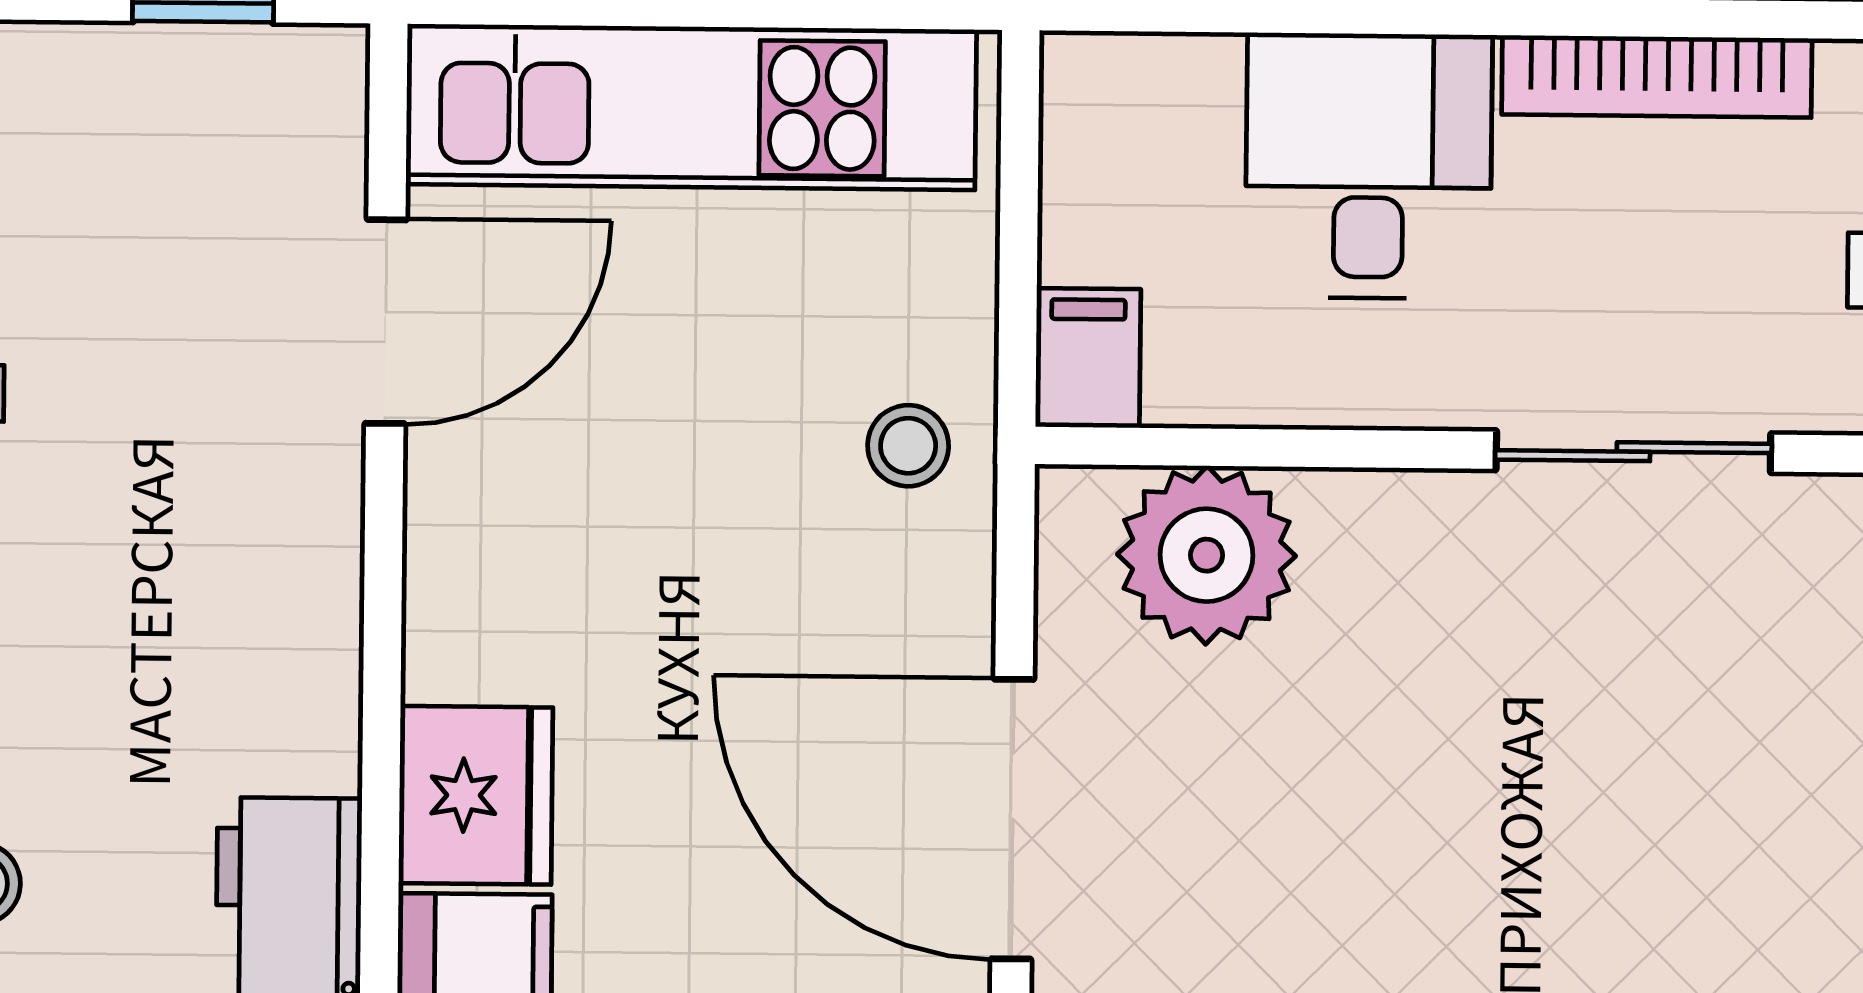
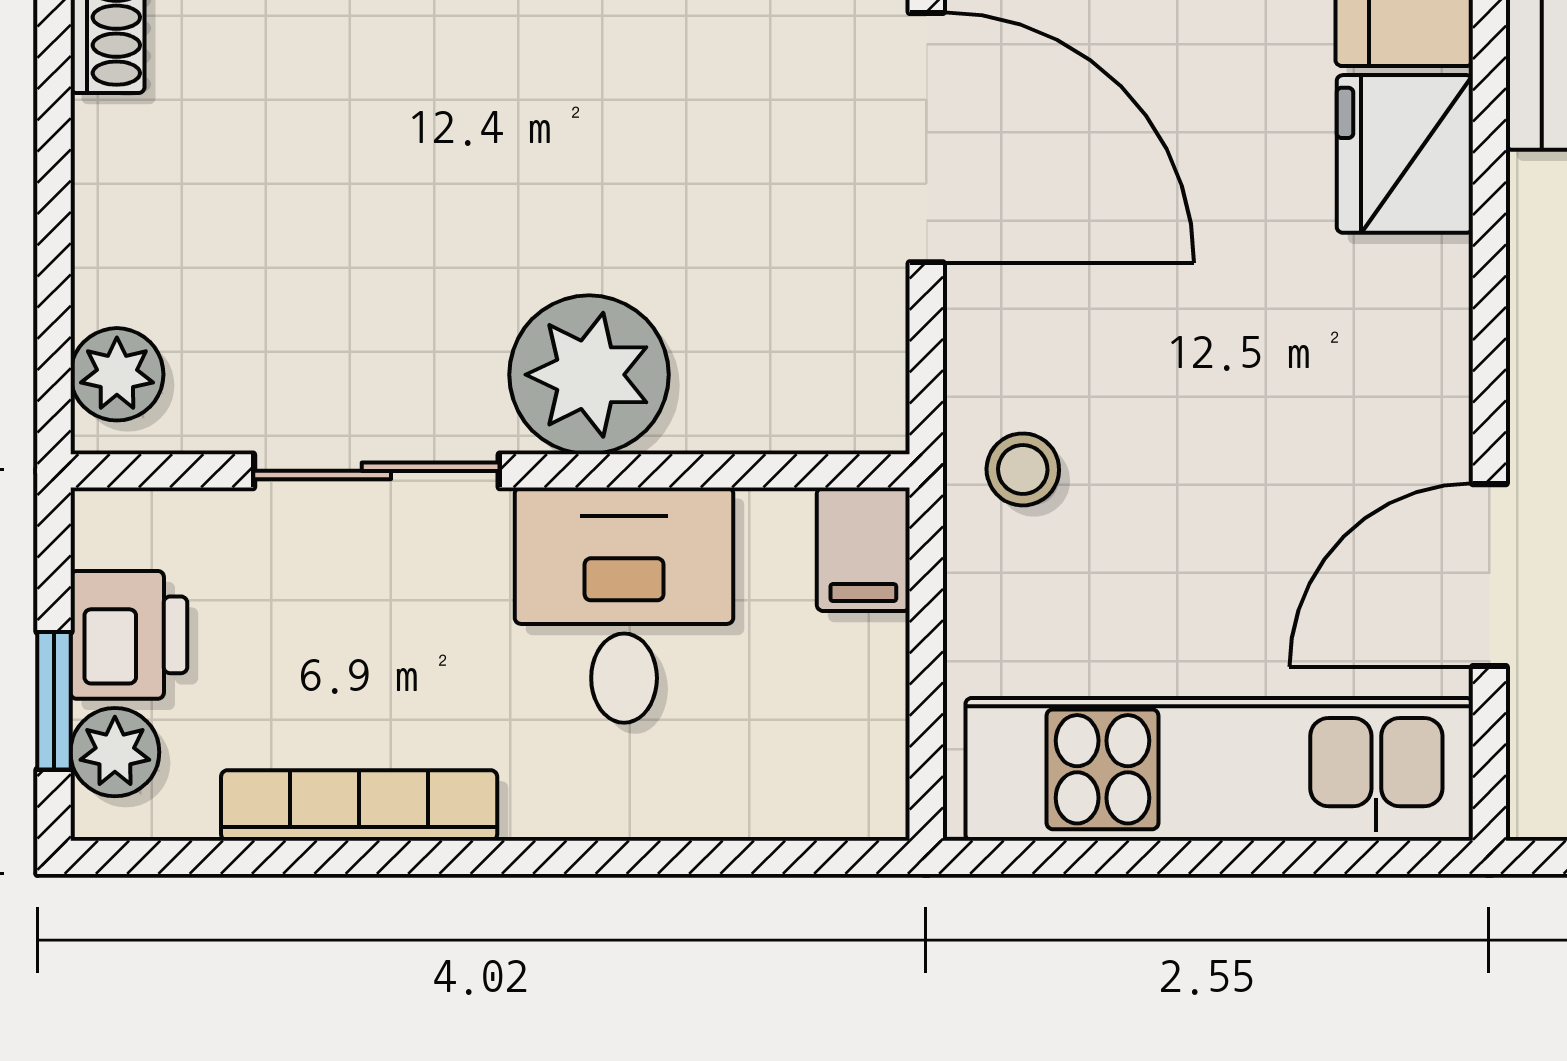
desk: (1369, 166) -> (624, 605), moved, turned 180
plant: (1207, 555) -> (589, 375), moved

